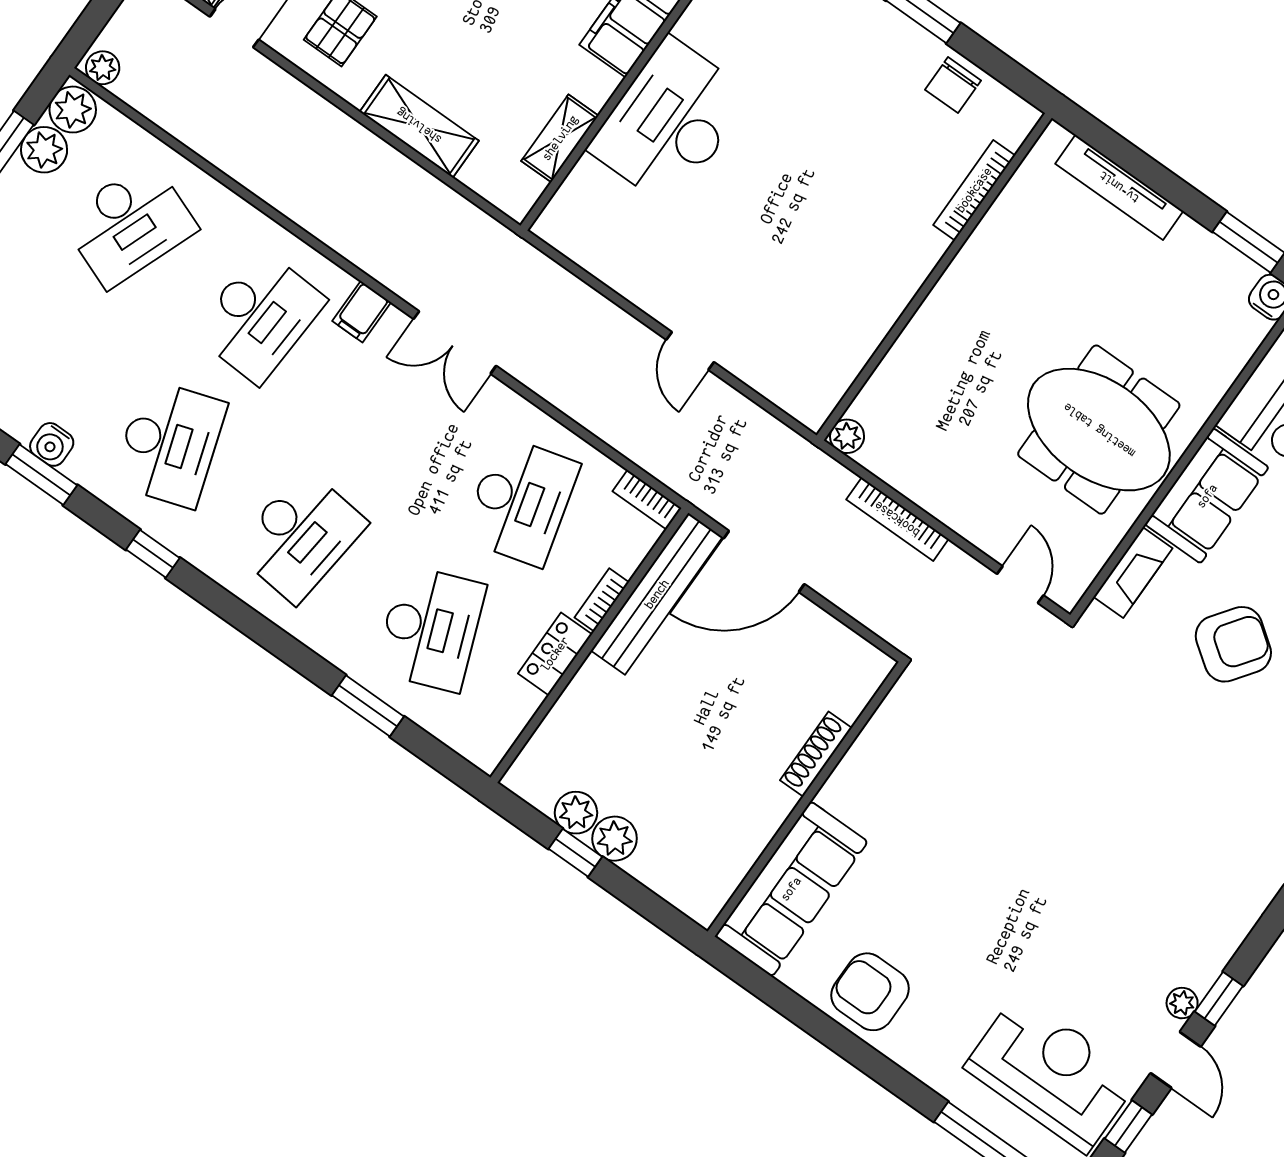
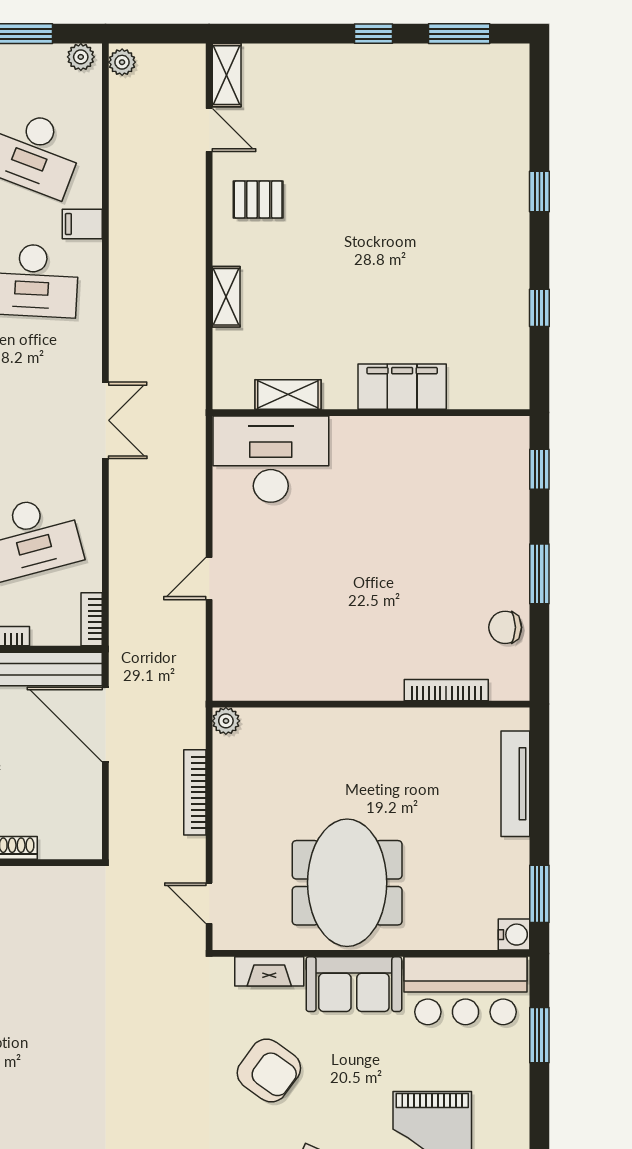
plant: (73, 110) -> (81, 57), width x0.73, depth x0.73
desk: (670, 122) -> (271, 459), moved
shelving: (419, 126) -> (226, 297), width x0.67, depth x0.75
plant: (44, 150) -> (41, 62), removed
filing cabinet: (362, 312) -> (82, 224), moved
double door: (455, 342) -> (105, 420), swing flipped
door: (1020, 585) -> (209, 903), swing flipped

